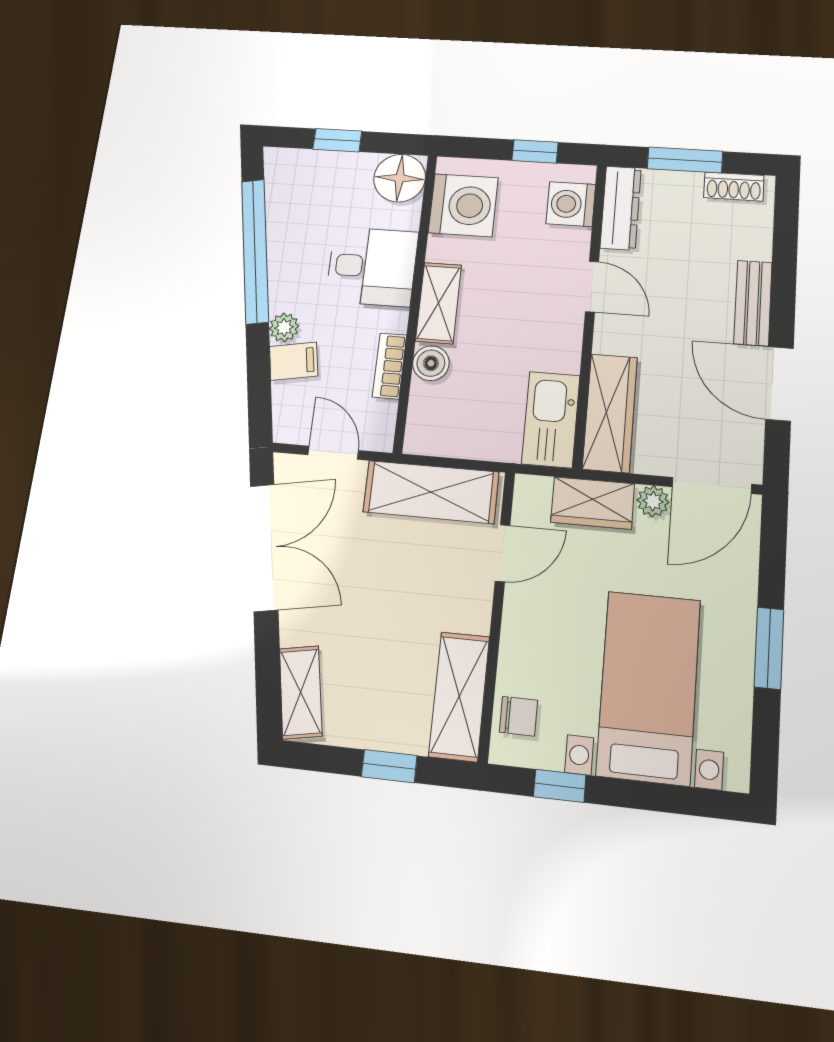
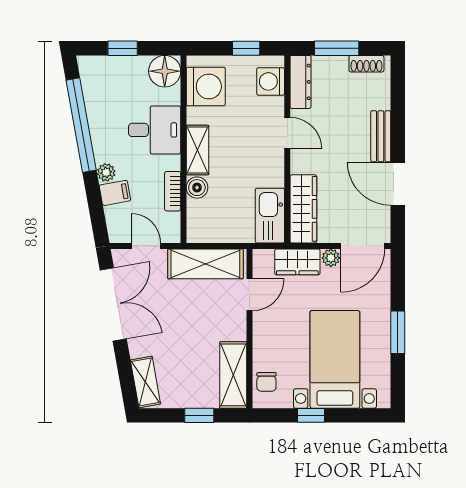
chair: (518, 716) -> (266, 382), turned 90
window: (560, 786) -> (311, 415), moved

